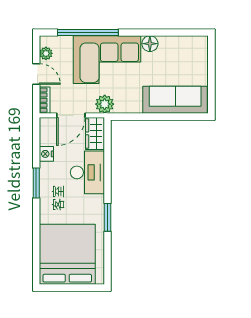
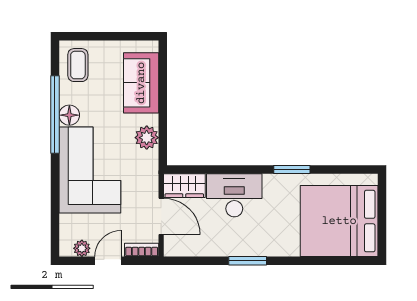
window: (88, 33) -> (55, 115), moved
coffee table: (189, 50) -> (78, 65), added
sofa: (175, 100) -> (141, 83), width x0.73
plant: (105, 104) -> (147, 138), moved
nightstand: (46, 154) -> (211, 248), removed

